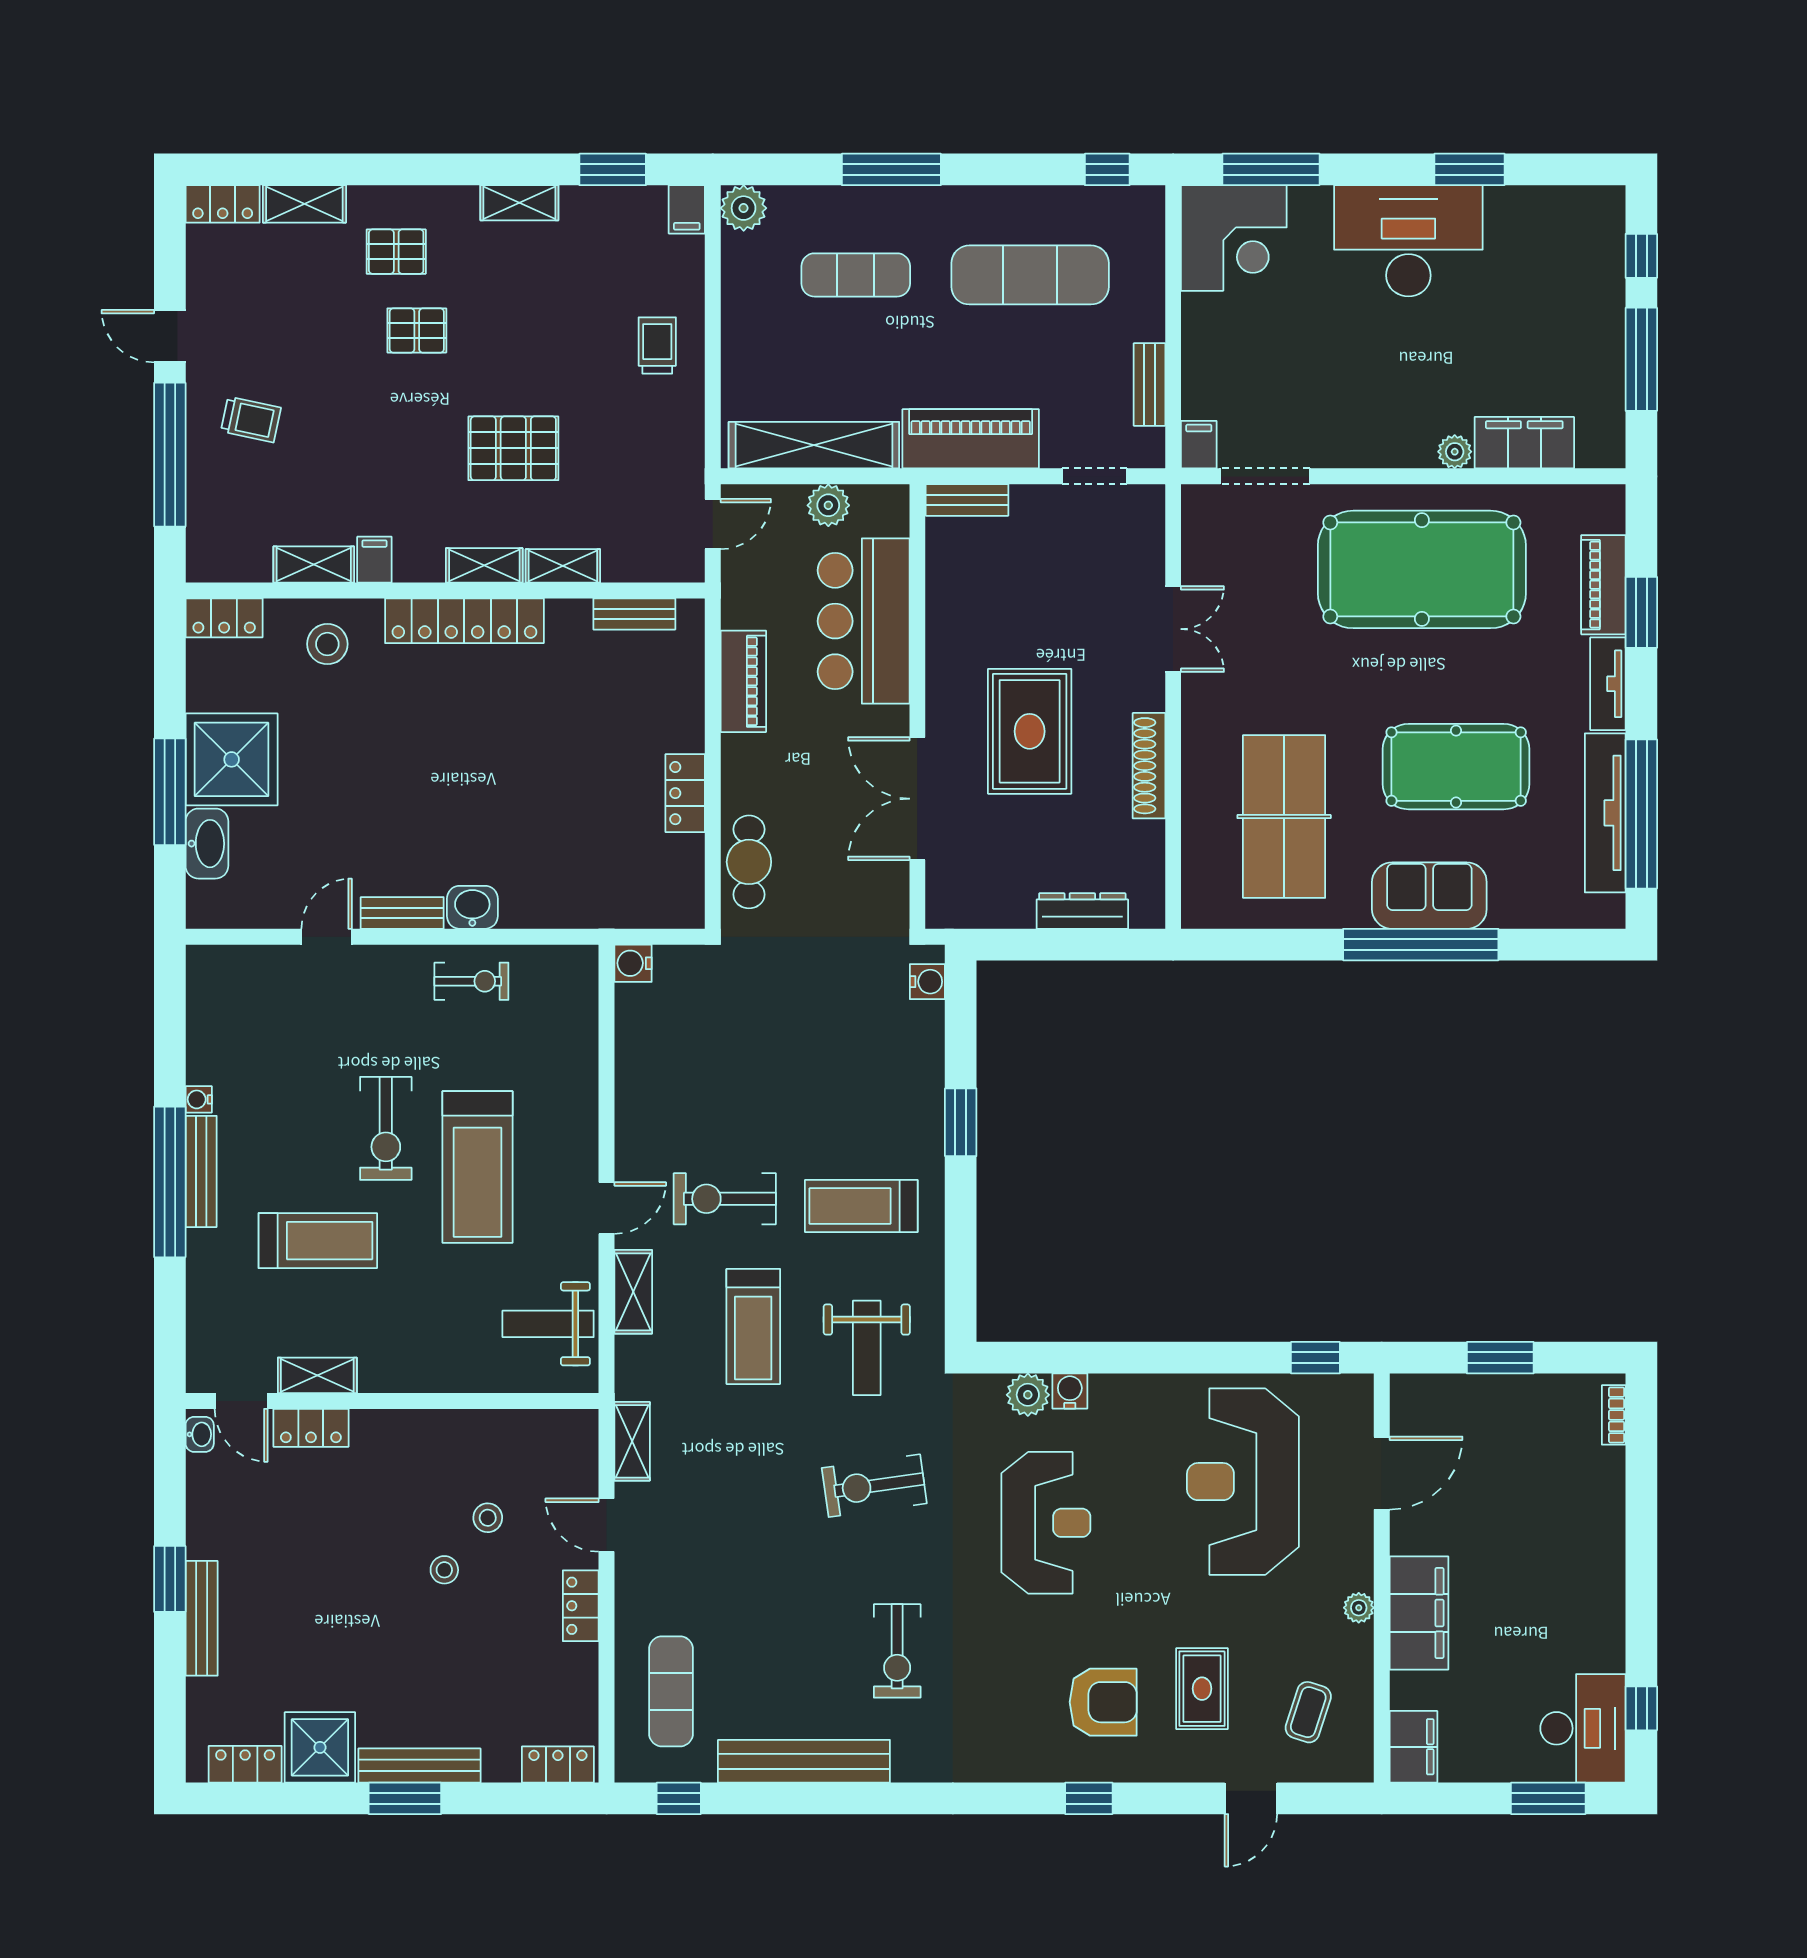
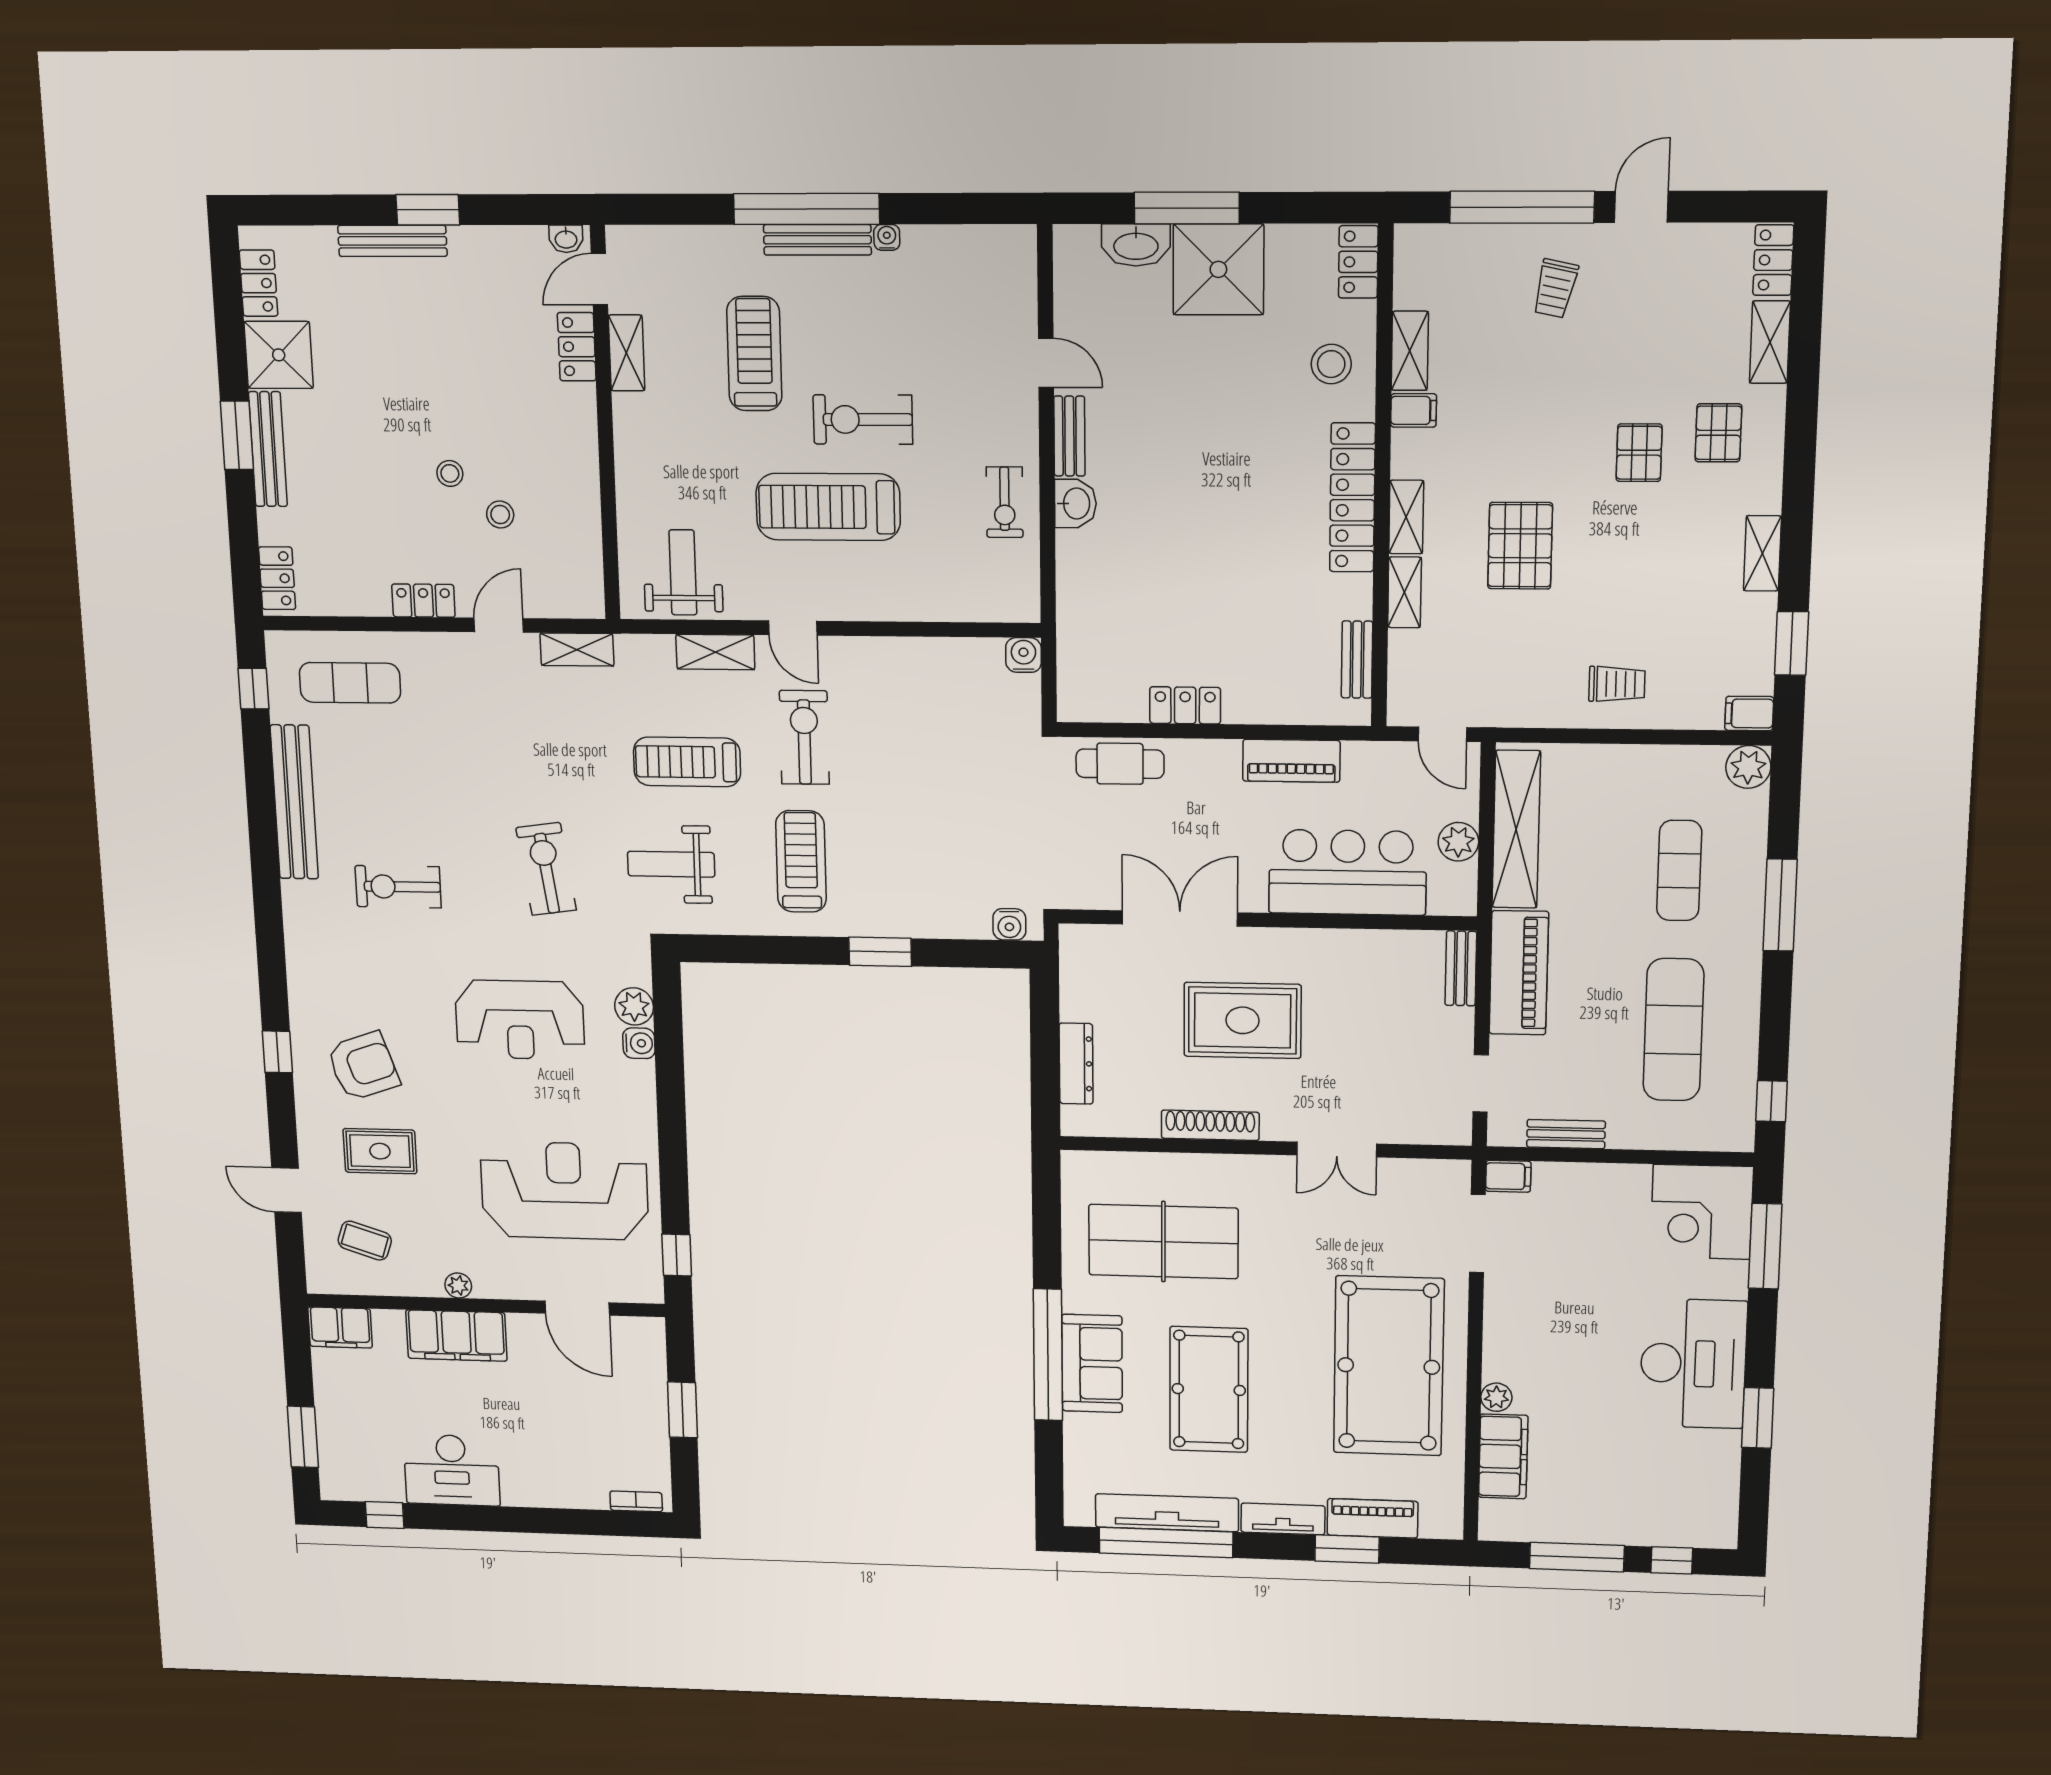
treadmill: (318, 1241) -> (754, 354), turned 180
armchair: (1103, 1702) -> (363, 1066), turned -109
desk: (1583, 1728) -> (452, 1470), moved

